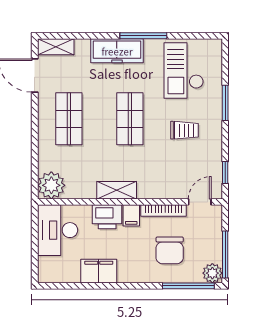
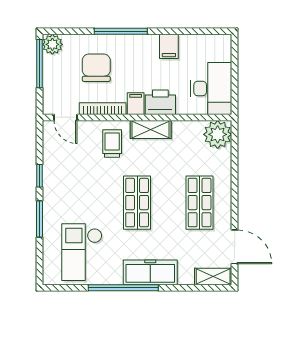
window: (143, 36) -> (123, 288), width x1.46
checkout: (184, 70) -> (82, 252), turned 180
trolley: (185, 130) -> (112, 143), moved, turned 90
window: (225, 173) -> (39, 176), moved
door: (200, 202) -> (65, 117), hinge flipped
filing cabinet: (99, 271) -> (169, 46), width x0.50
window: (188, 286) -> (121, 31), moved

